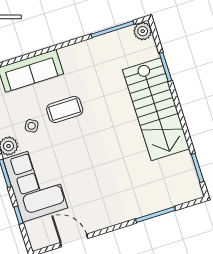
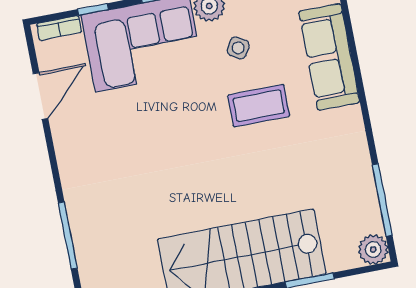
coffee table: (65, 110) -> (259, 106), turned 90
bookcase: (32, 234) -> (59, 28), added

